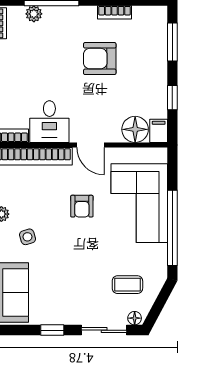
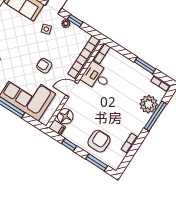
plant: (34, 14) -> (149, 104), width x1.87, depth x1.87
armchair: (100, 59) -> (99, 141), moved

